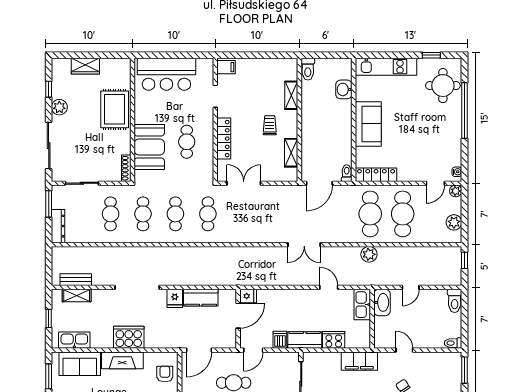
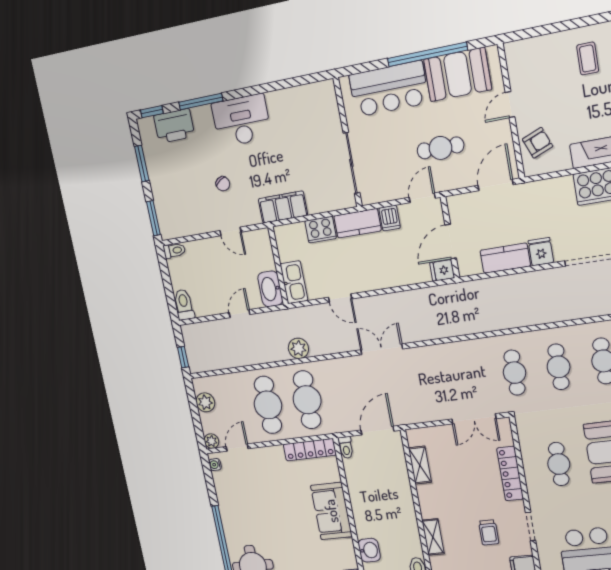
trolley: (270, 125) -> (489, 532), moved
armchair: (165, 374) -> (538, 143), turned -112

